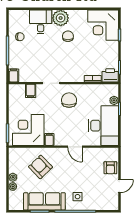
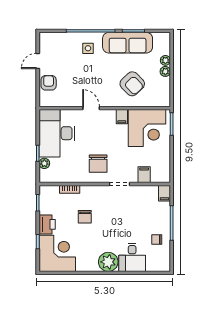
chair: (68, 36) -> (85, 217), moved
printer: (110, 75) -> (47, 224), moved, turned -90

